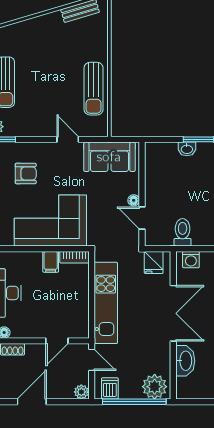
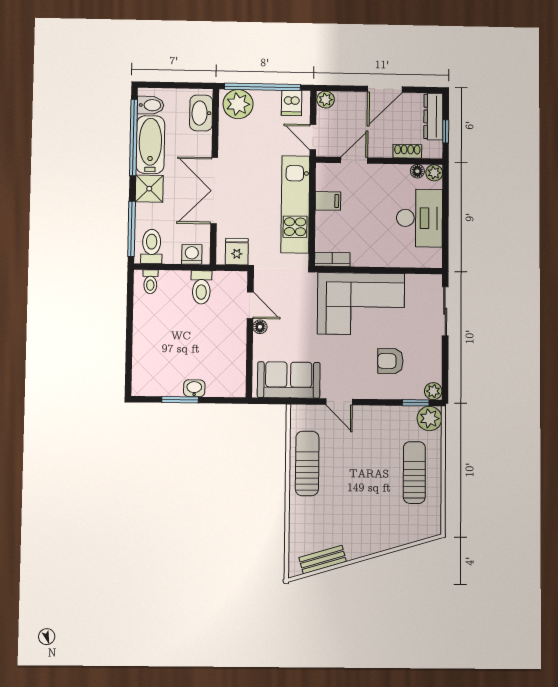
filing cabinet: (51, 262) -> (328, 201), moved, turned 90
washbasin: (185, 361) -> (201, 113), moved

